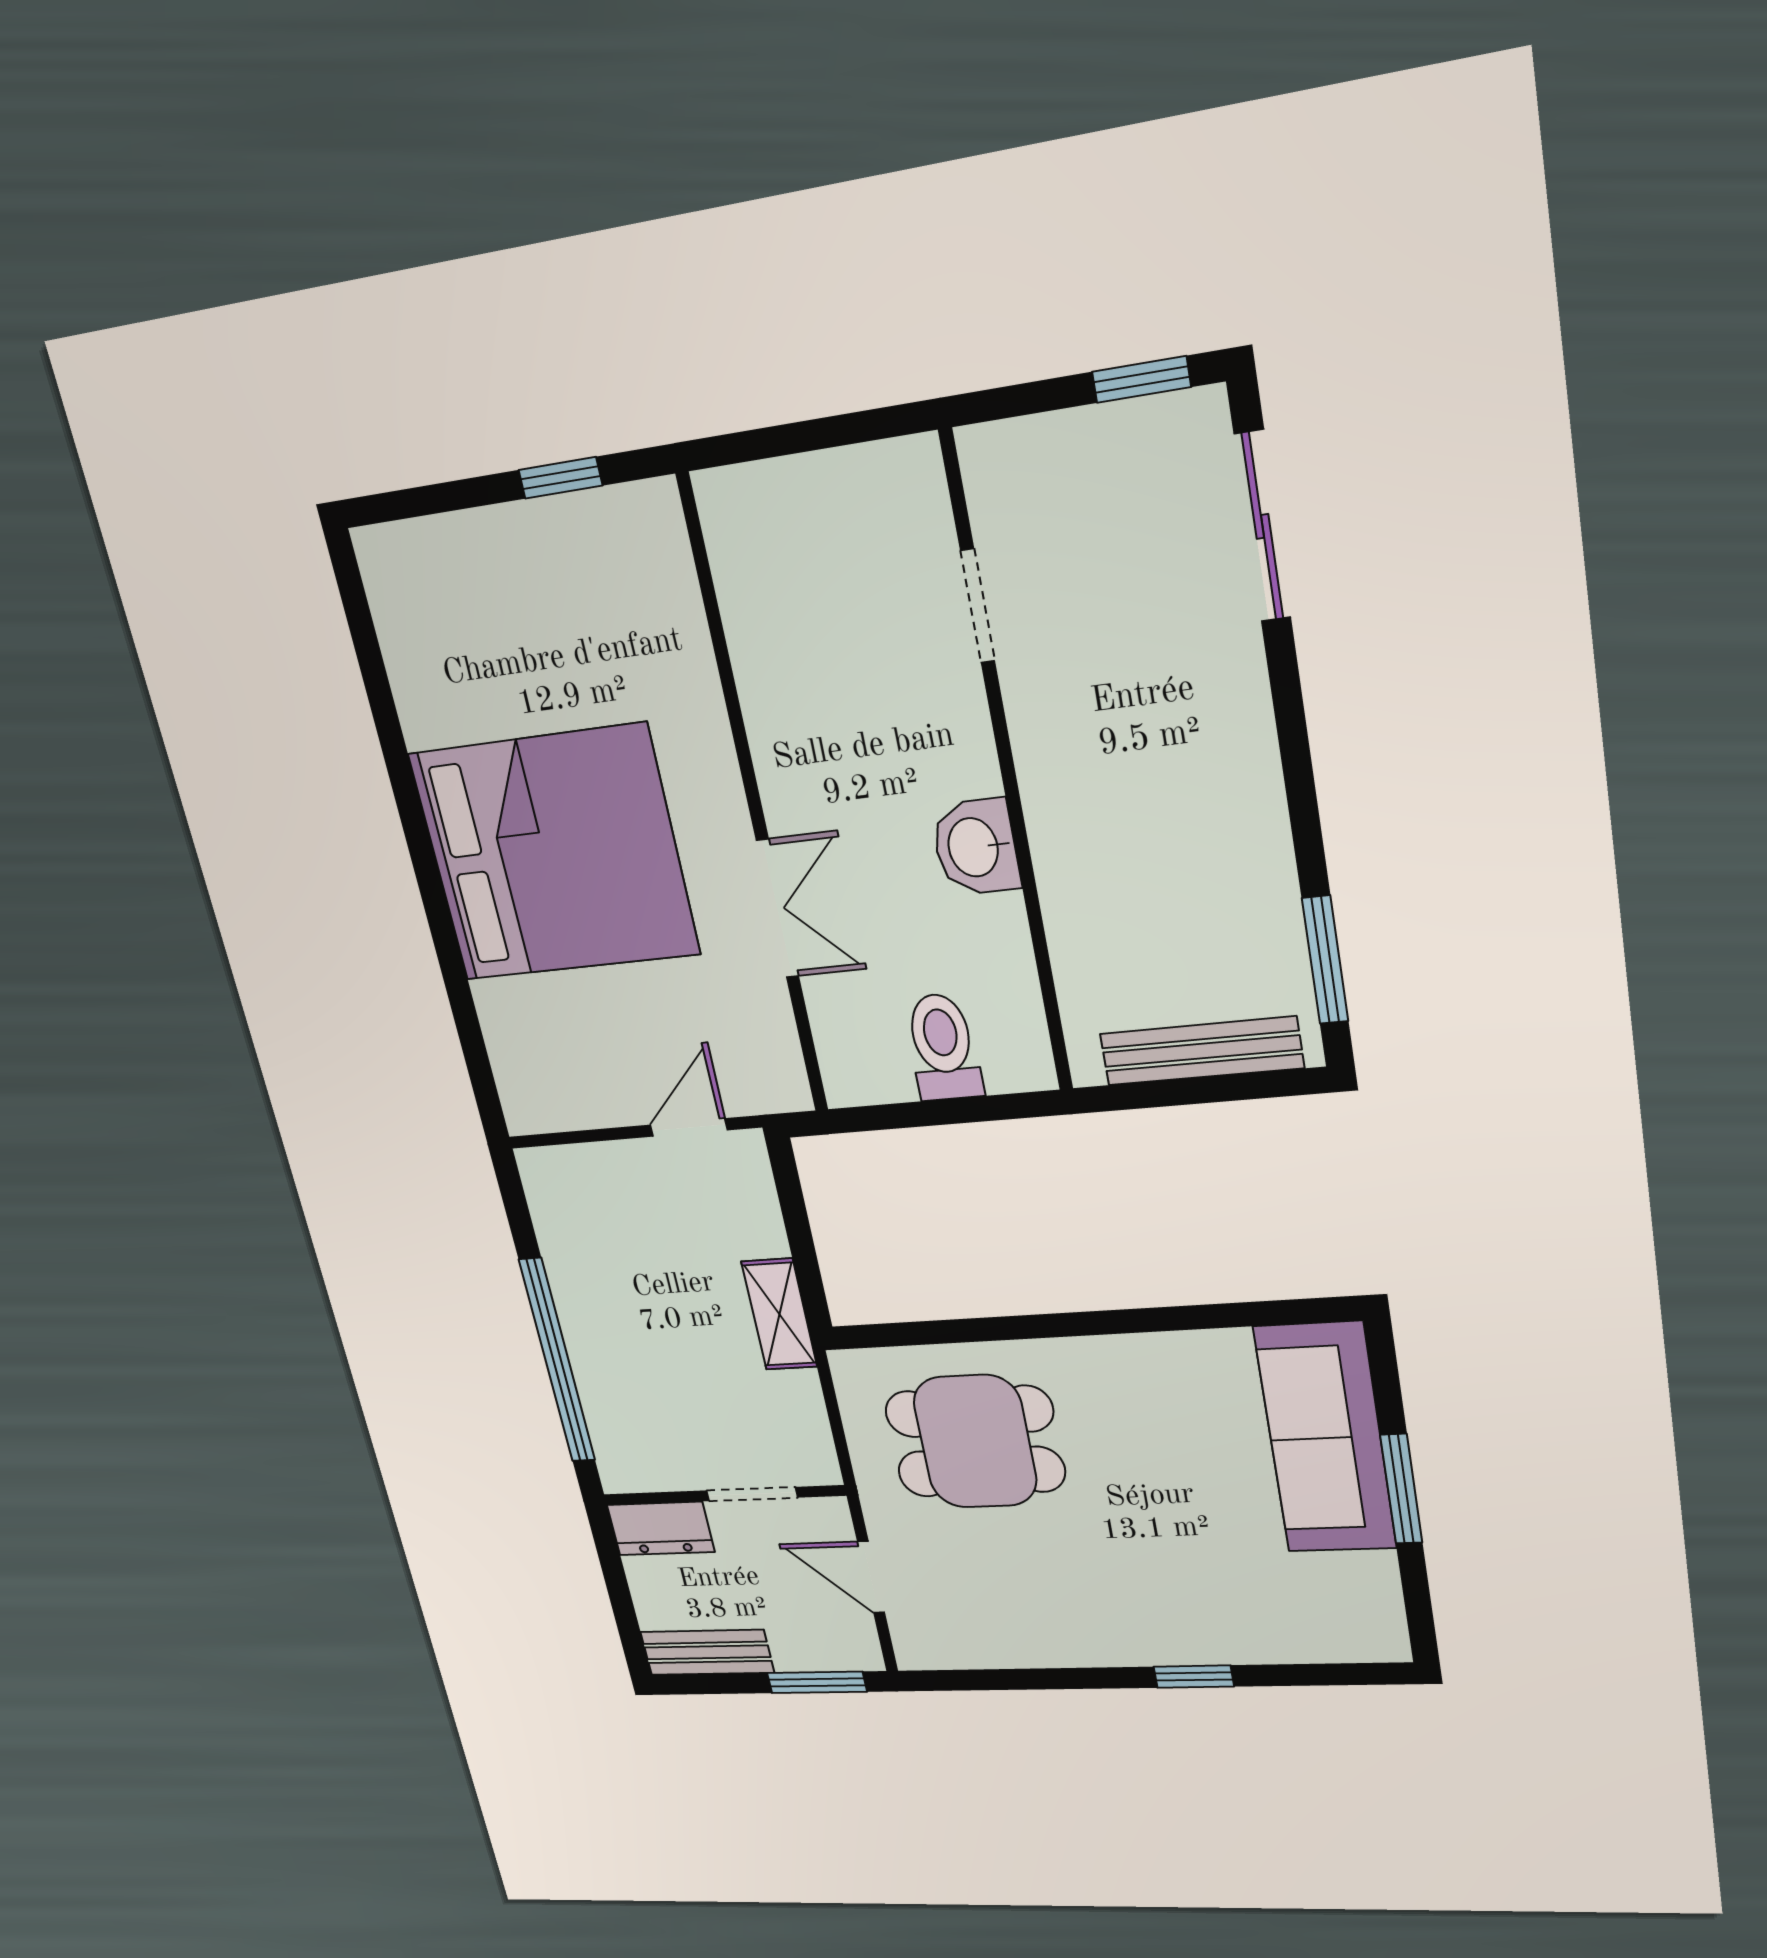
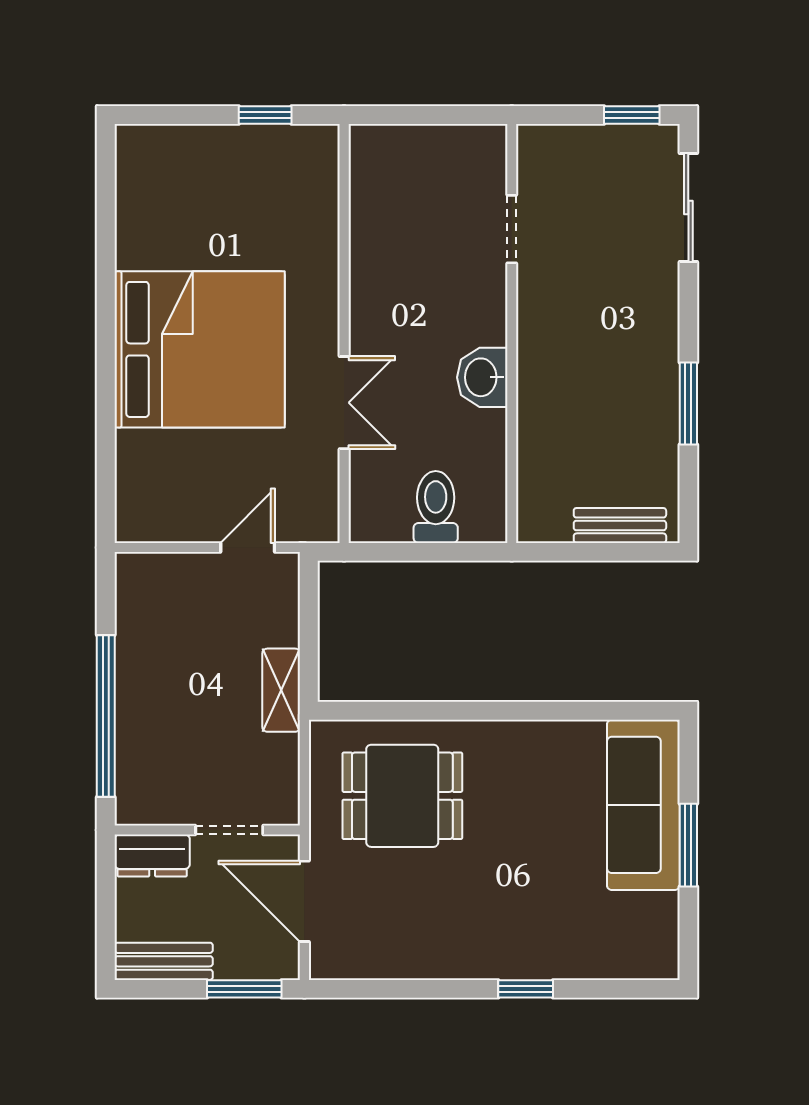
window: (1325, 960) -> (688, 404), moved
bench: (1202, 1051) -> (620, 525), width x0.73
door: (871, 1577) -> (304, 901), width x1.38

